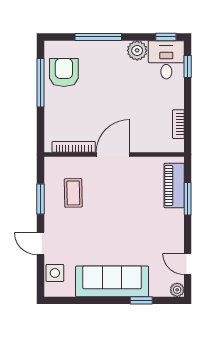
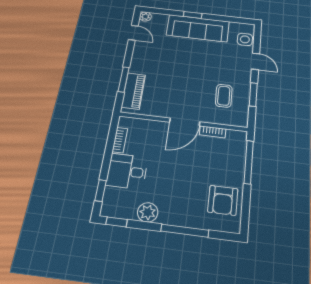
desk: (166, 60) -> (127, 171), moved, turned 90
window: (41, 83) -> (249, 162), moved
bookcase: (74, 147) -> (213, 132), width x0.64
window: (141, 300) -> (193, 15), moved

